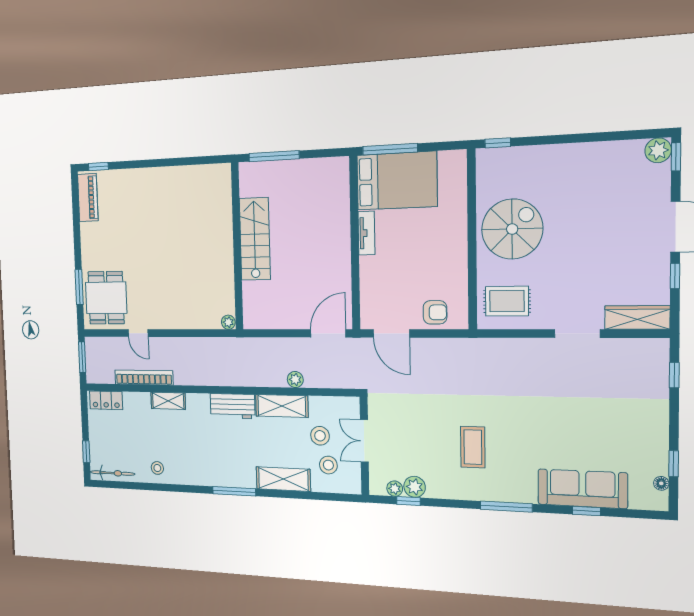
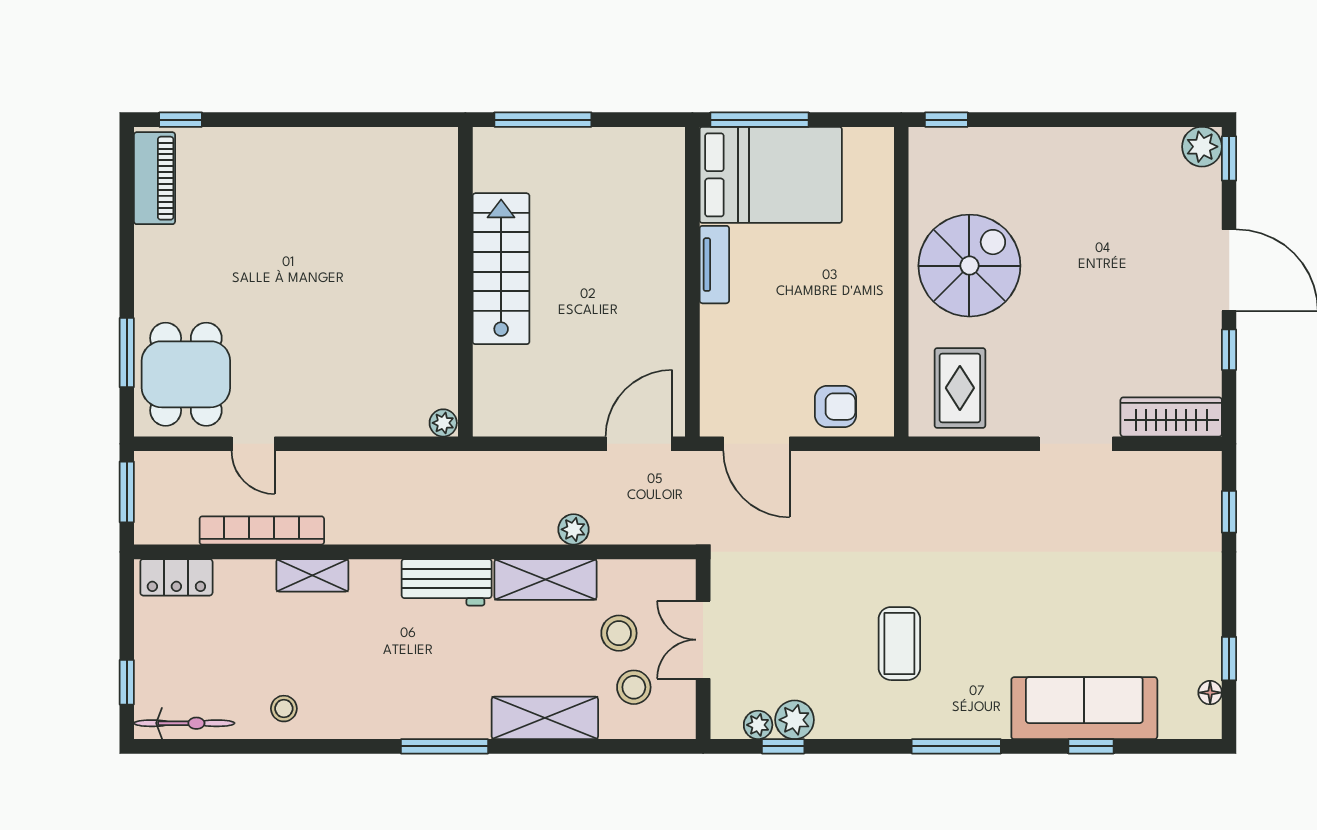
rug: (507, 301) -> (960, 388), turned 90

